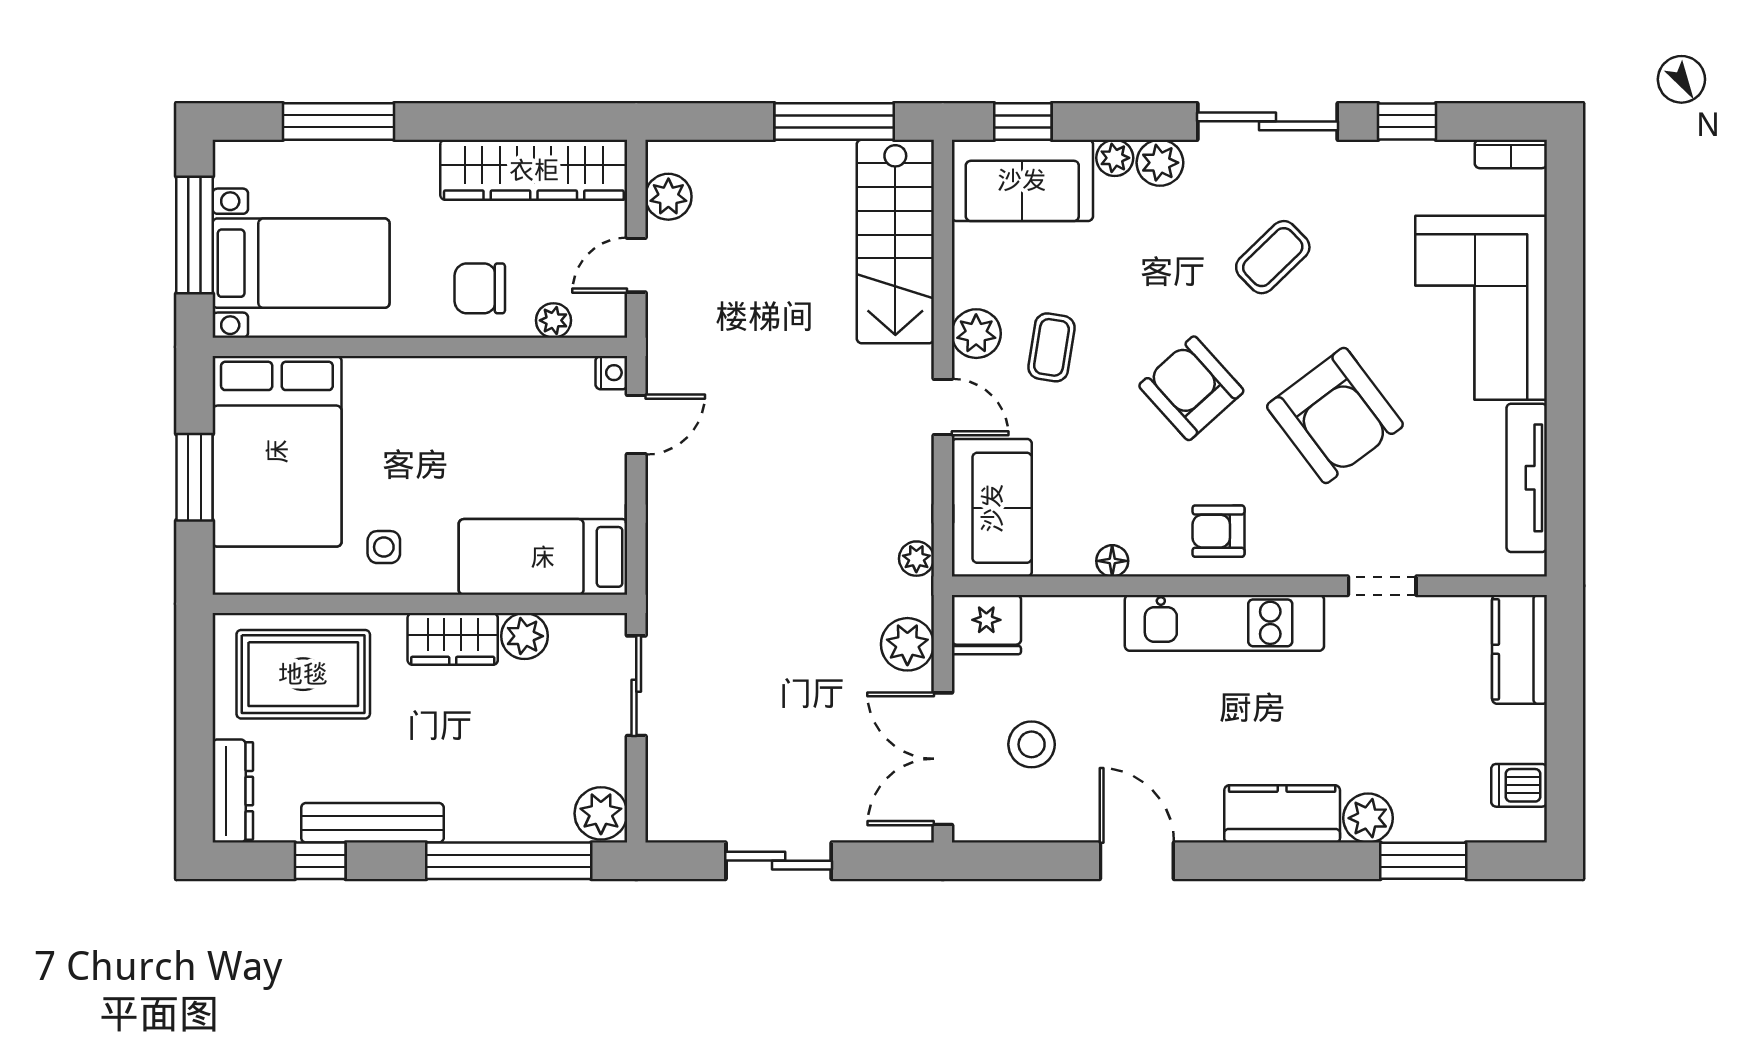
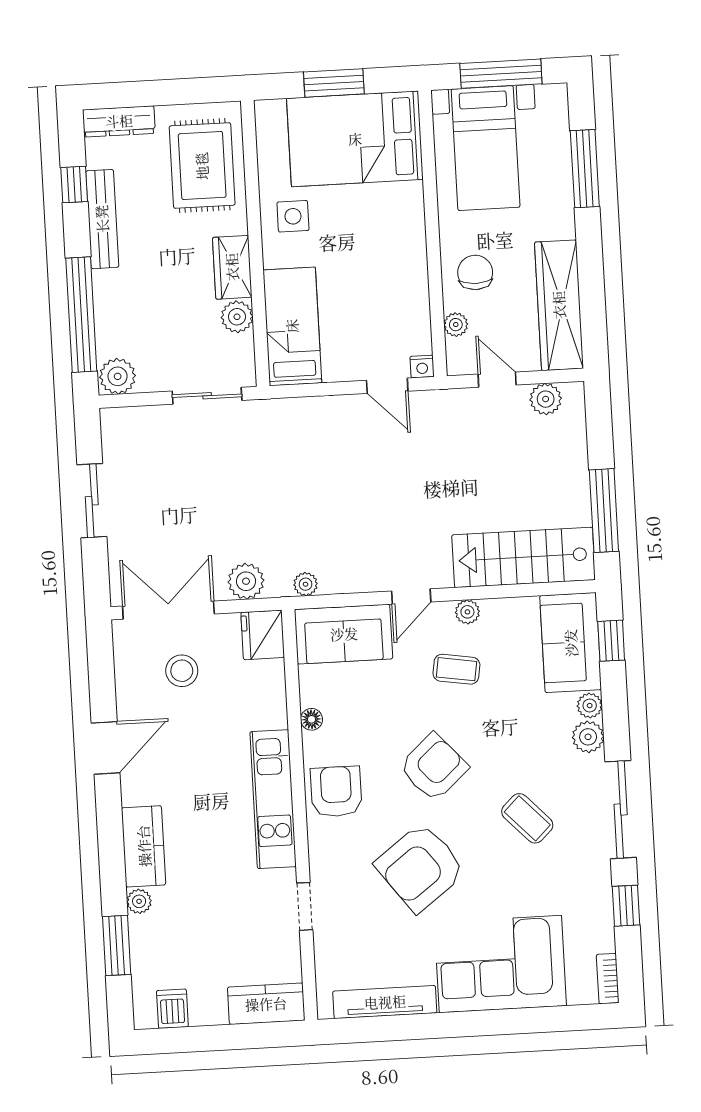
plant: (976, 334) -> (467, 612), width x0.73, depth x0.73
armchair: (1218, 531) -> (336, 791), width x1.38, depth x1.38
side table: (384, 547) -> (293, 216), width x1.37, depth x1.37
plant: (1368, 818) -> (139, 901), width x0.73, depth x0.73

